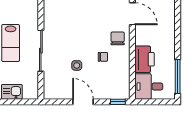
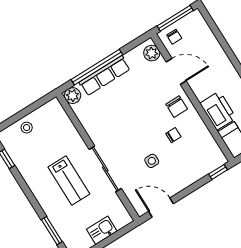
chair: (118, 38) -> (177, 107), turned 180
door: (83, 102) -> (161, 208), moved

